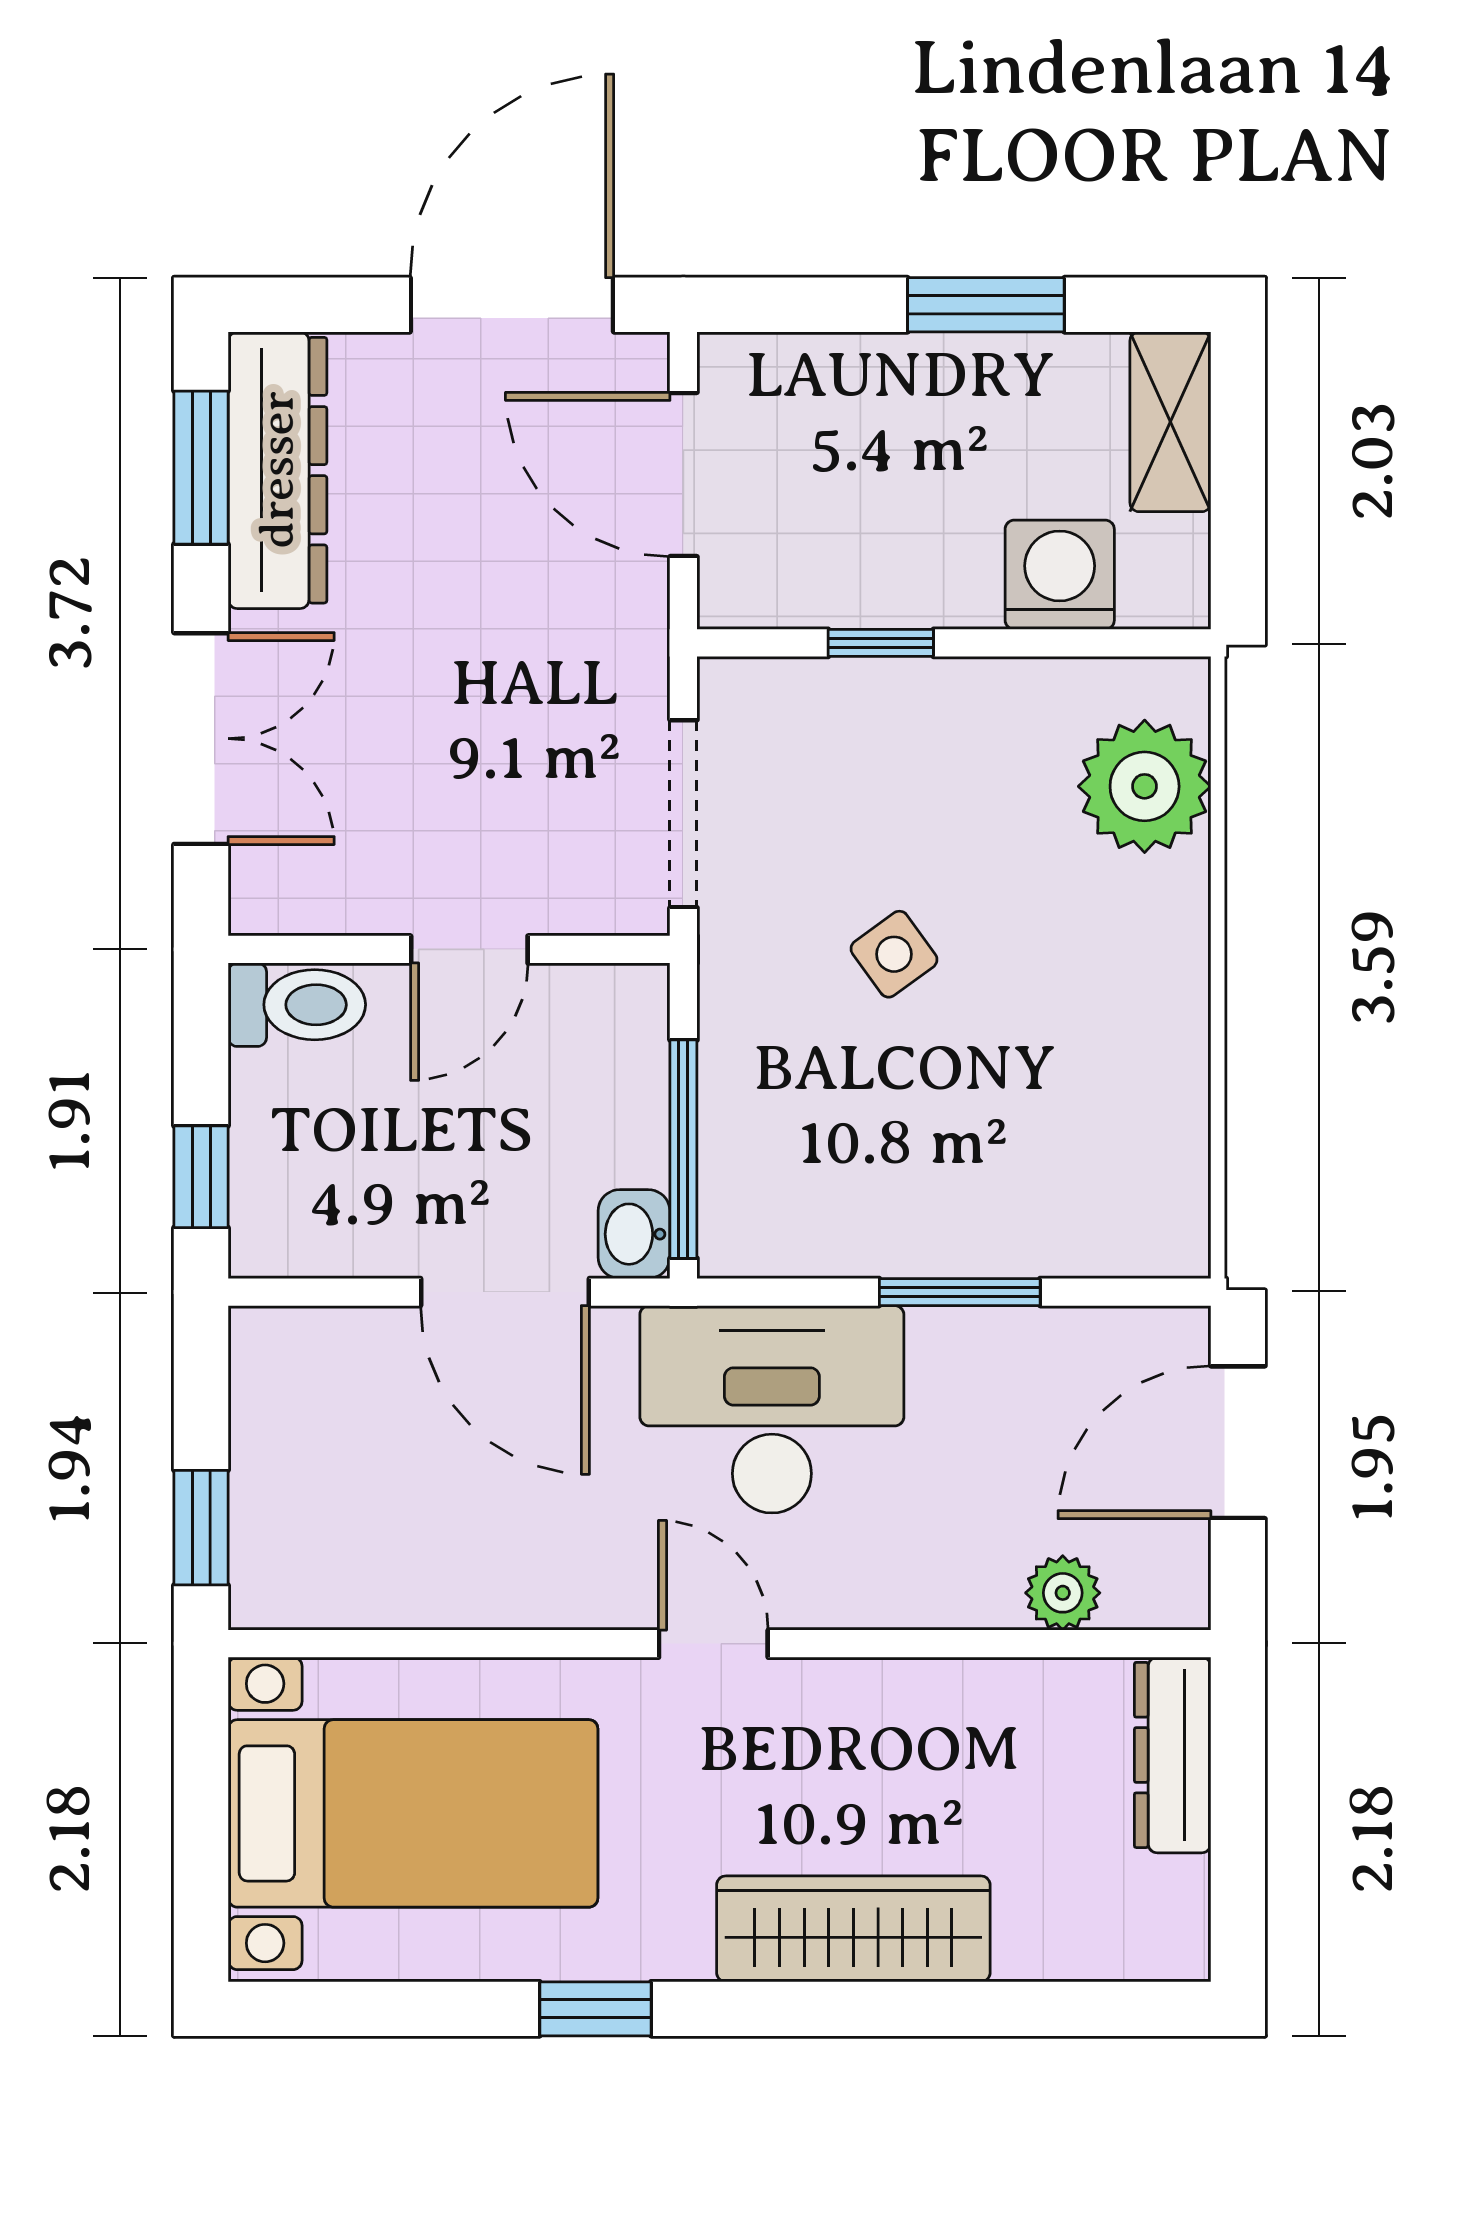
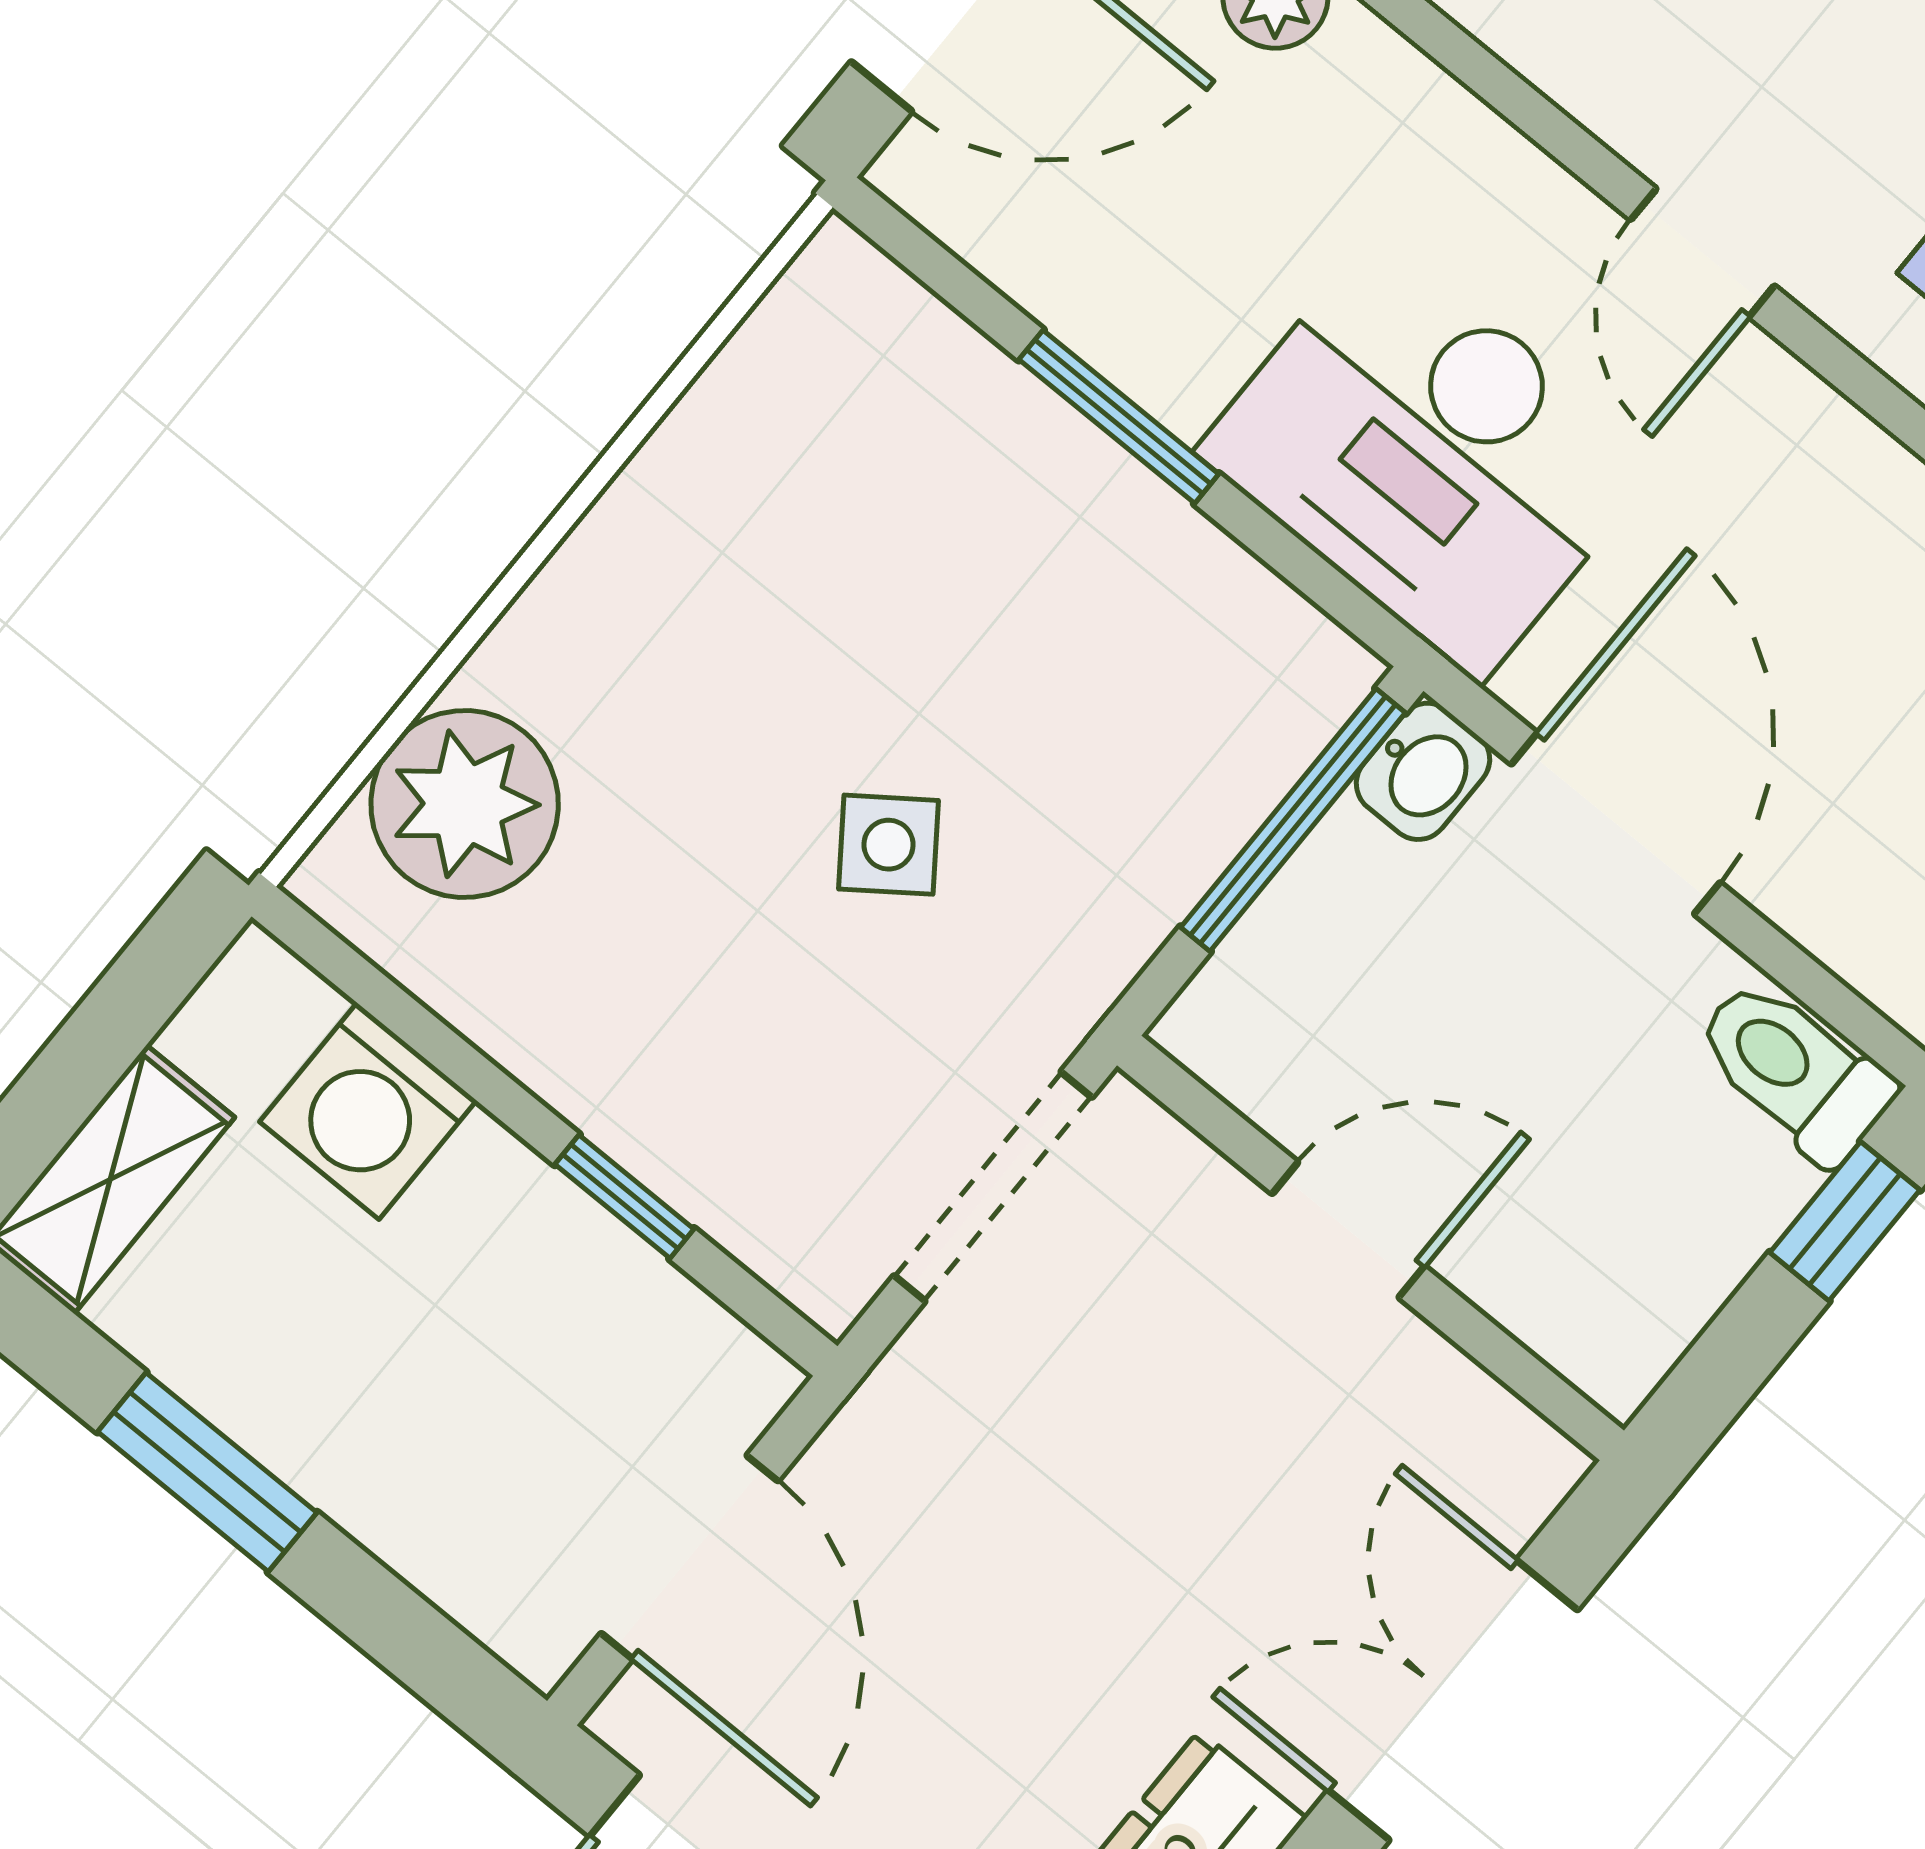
toilet: (297, 1005) -> (1794, 1070), moved

